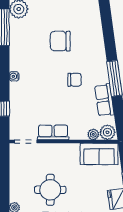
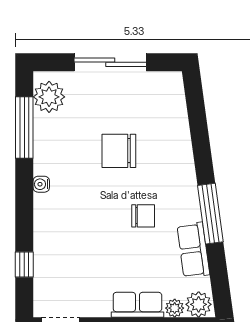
water cooler: (14, 76) -> (41, 184), moved
row of seats: (53, 133) -> (137, 305), moved

